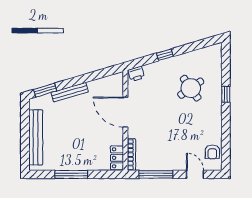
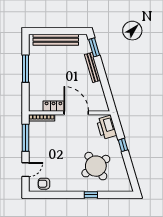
printer: (136, 74) -> (106, 127), width x1.87, depth x1.48
round table: (191, 88) -> (96, 166), width x1.36, depth x1.36
door: (125, 112) -> (76, 113), hinge flipped
locker: (117, 158) -> (53, 106), moved

